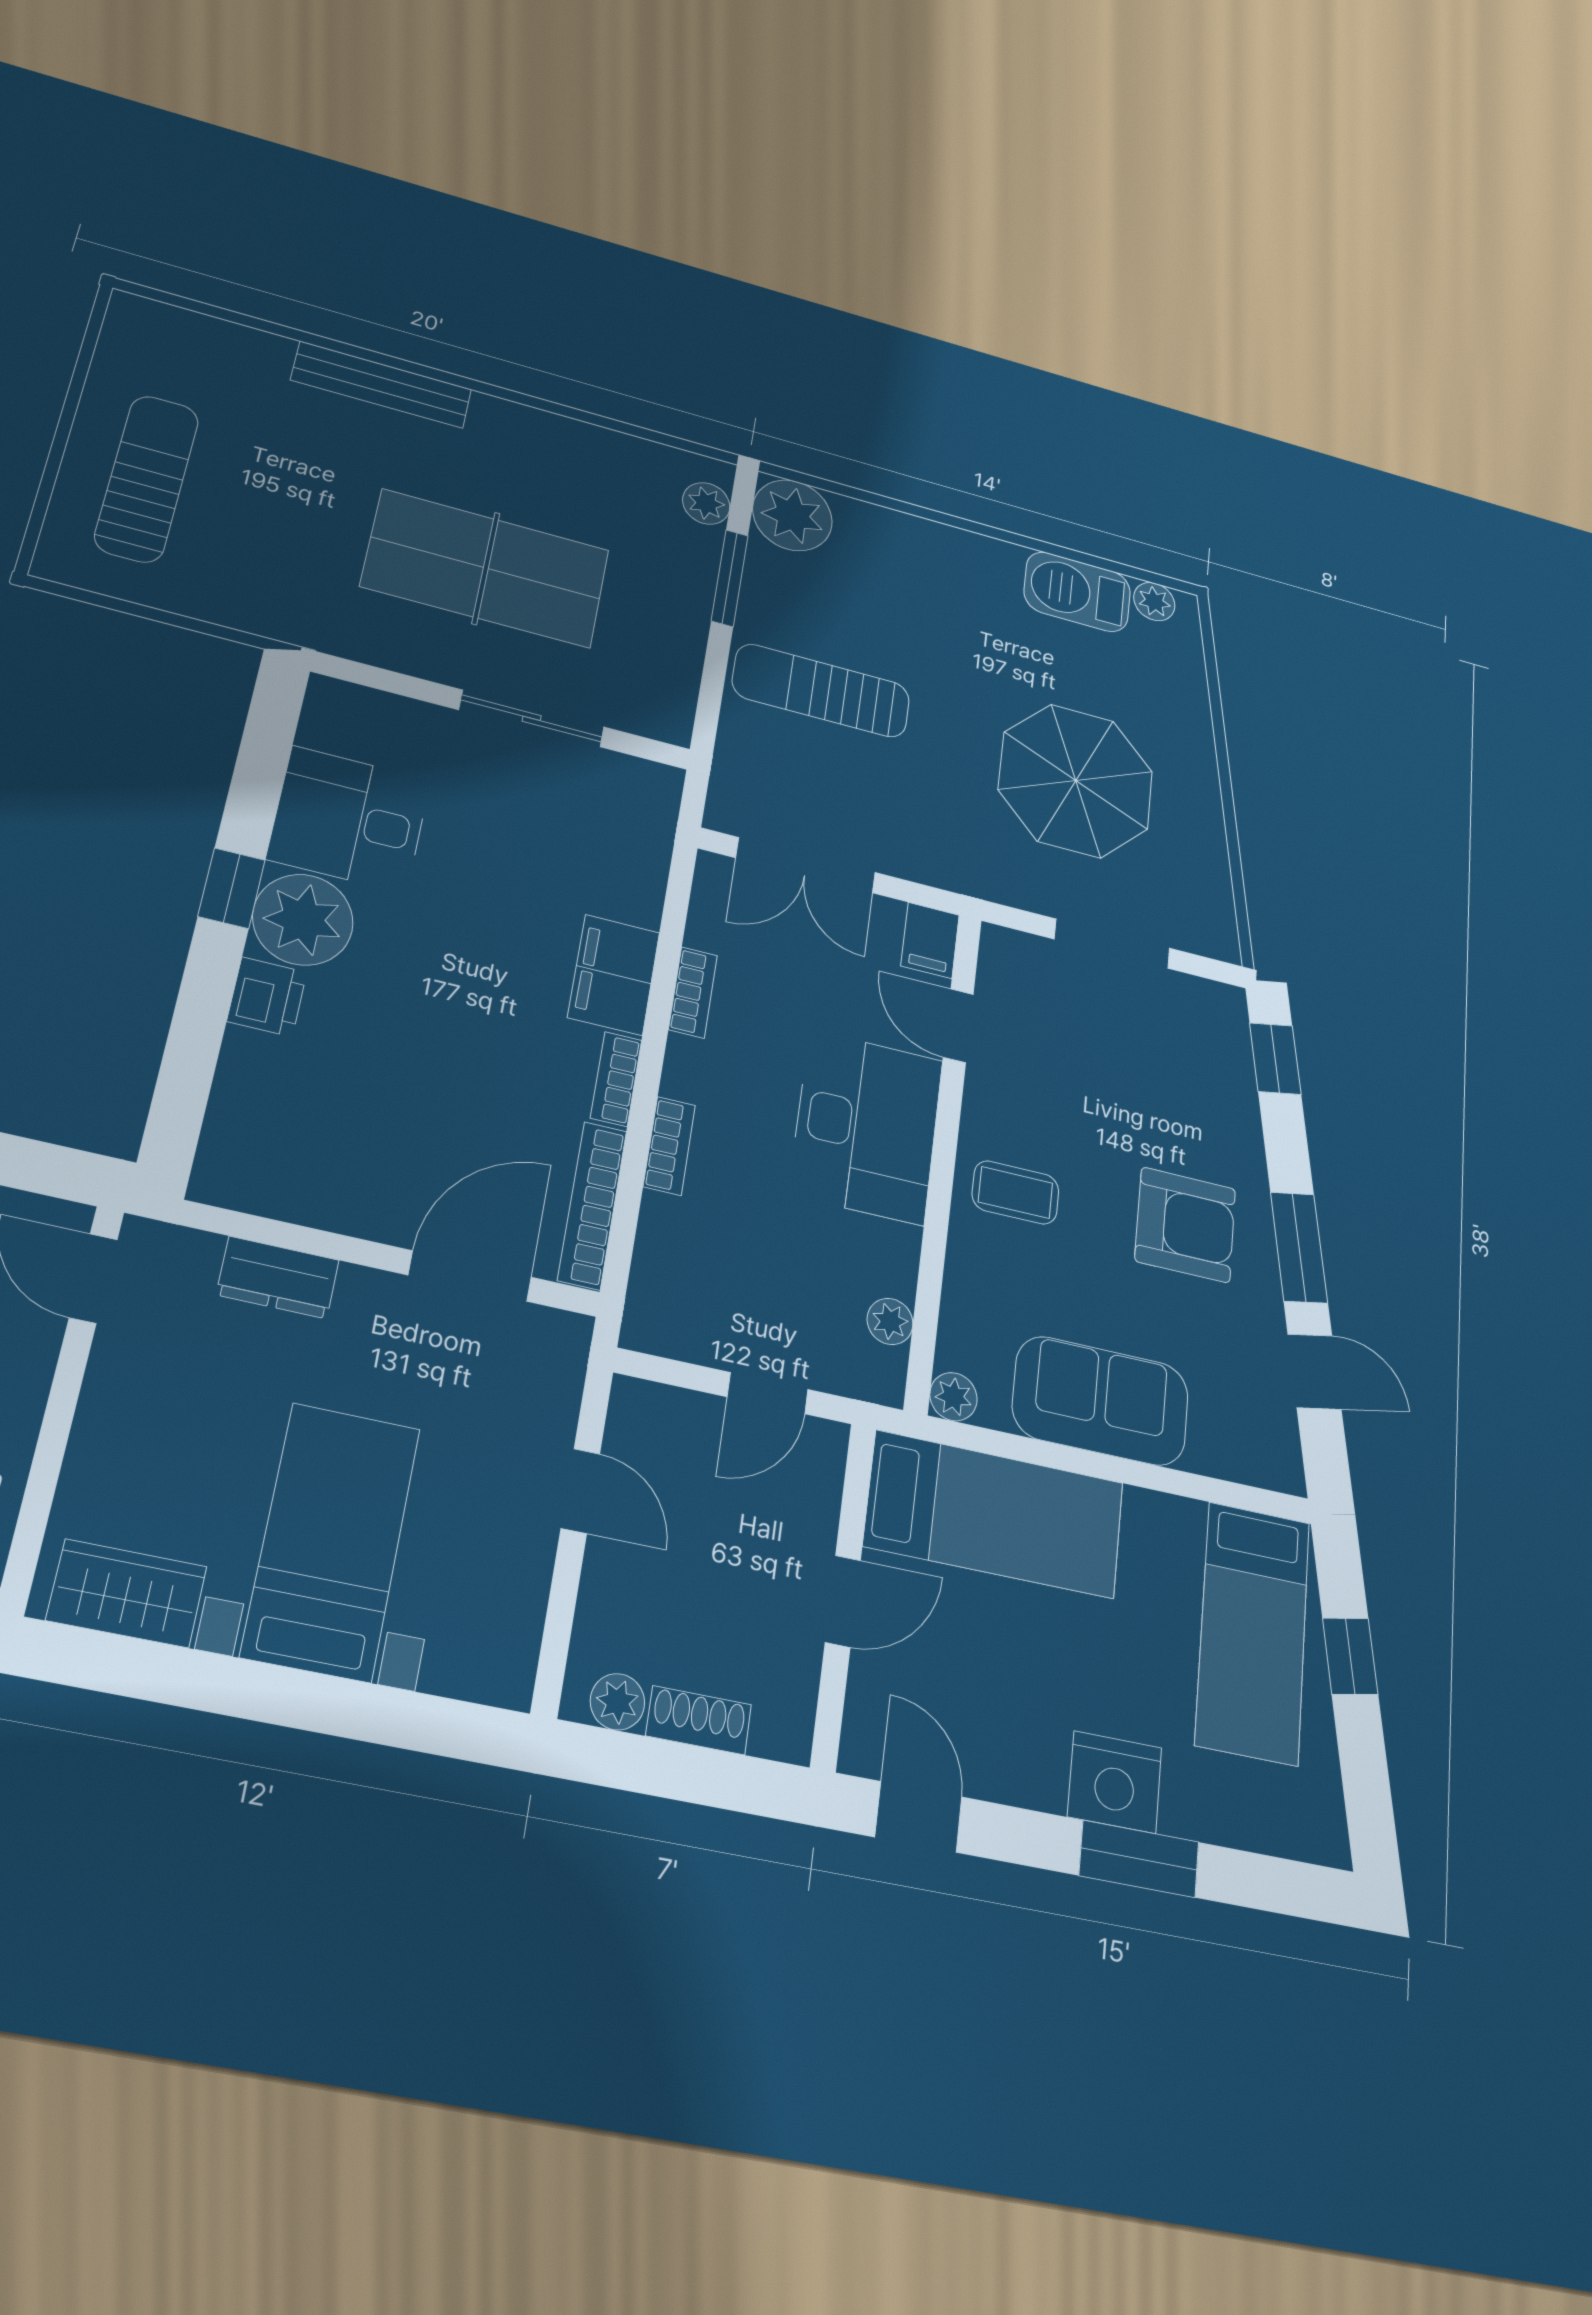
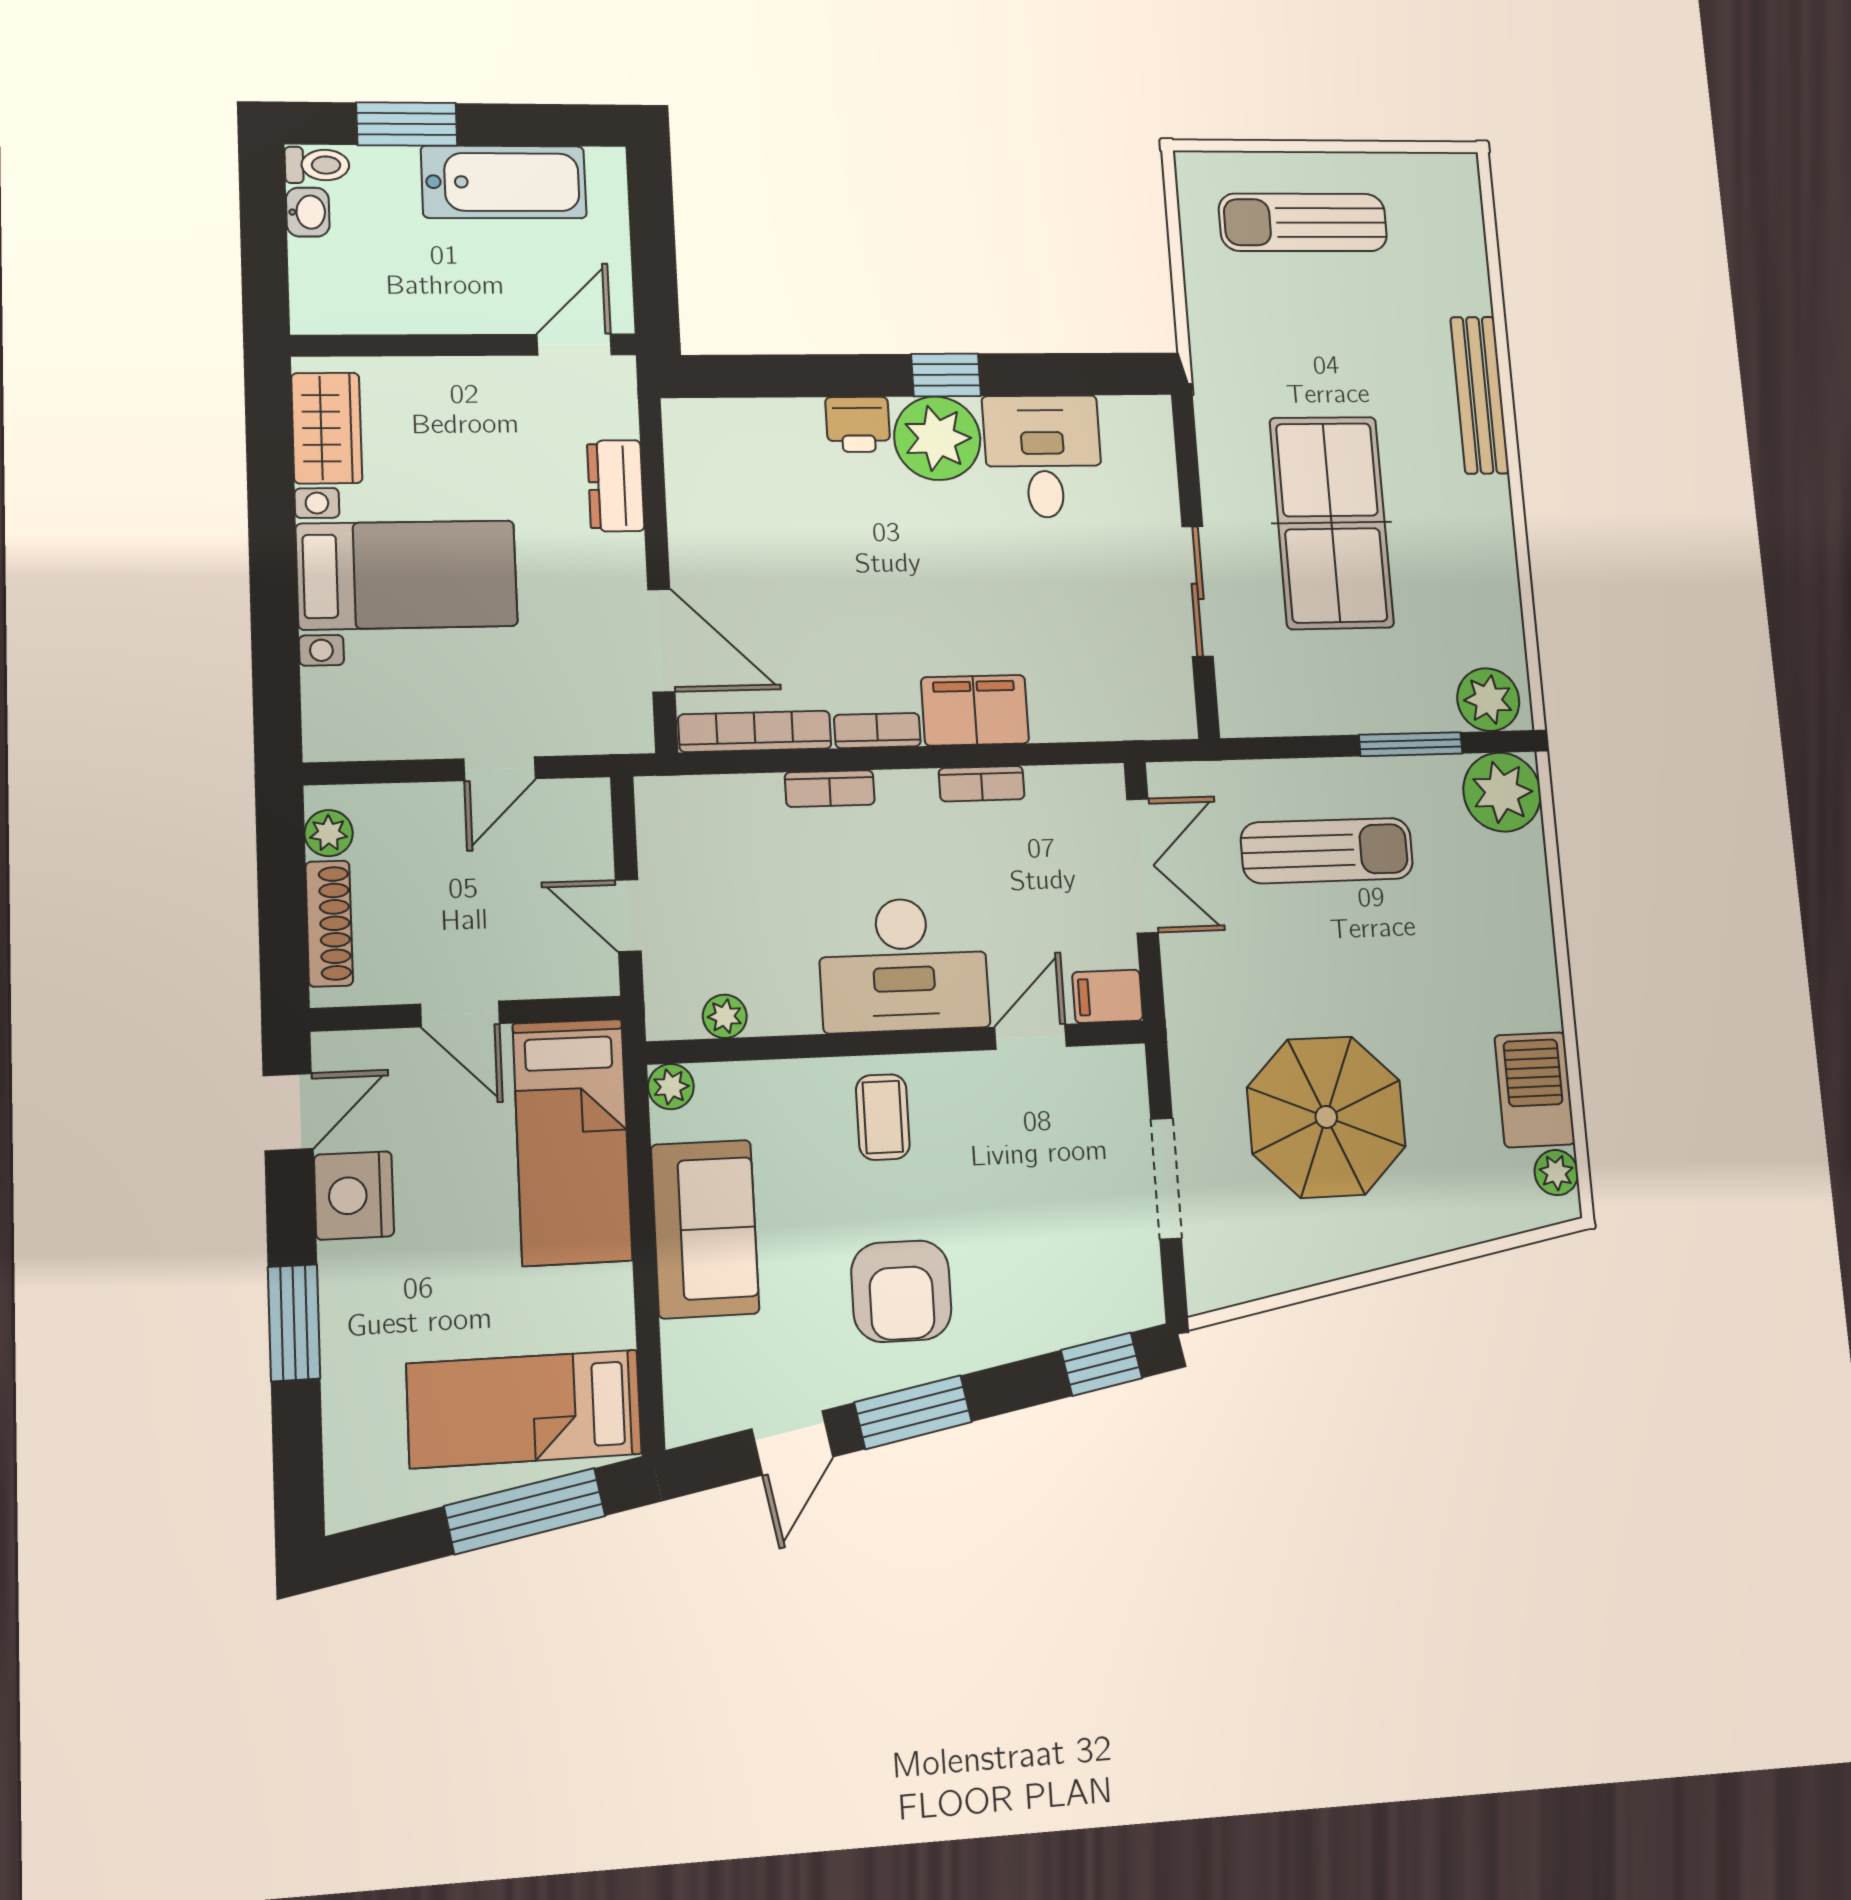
sun lounger: (147, 478) -> (1303, 222), turned 180
plant: (706, 503) -> (1488, 700), width x1.38, depth x1.38
sun lounger: (821, 691) -> (1327, 851), turned 90
double door: (806, 865) -> (1142, 866), swing flipped
window: (1350, 1656) -> (525, 1511), width x2.17
shoe rack: (699, 1720) -> (329, 924), width x1.43
nightstand: (1115, 1782) -> (354, 1195), moved

